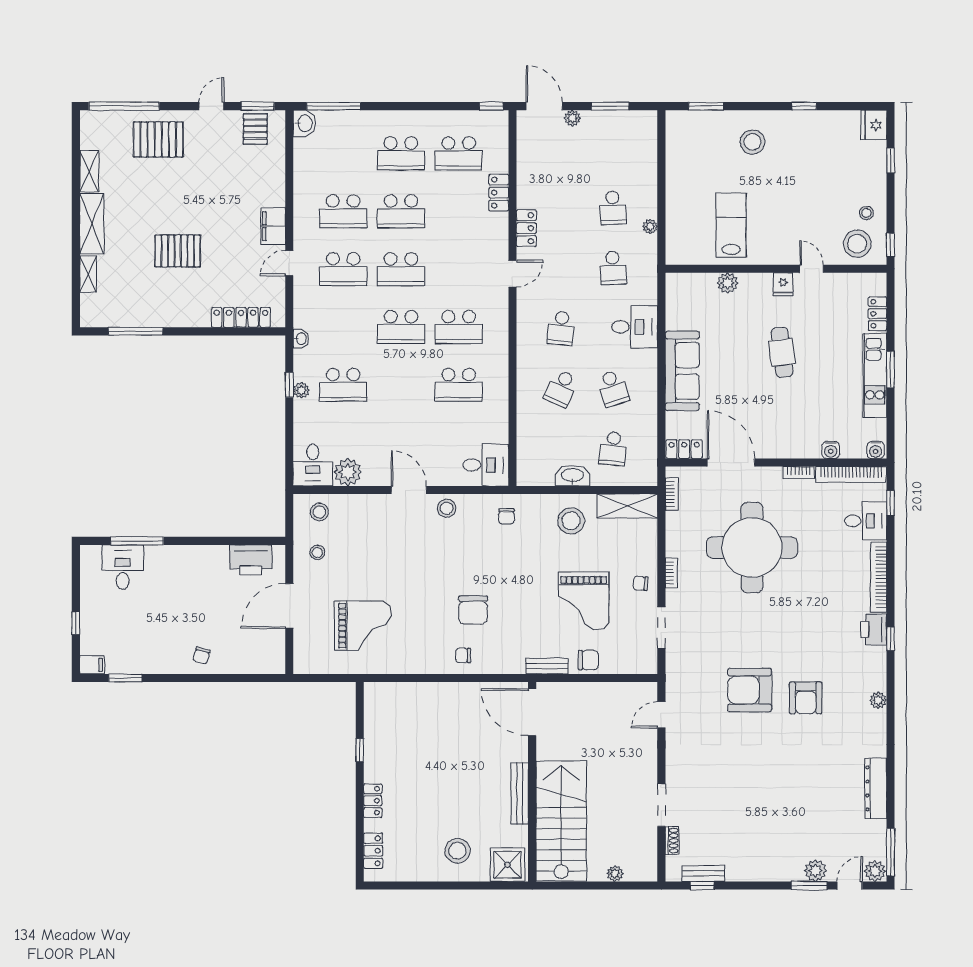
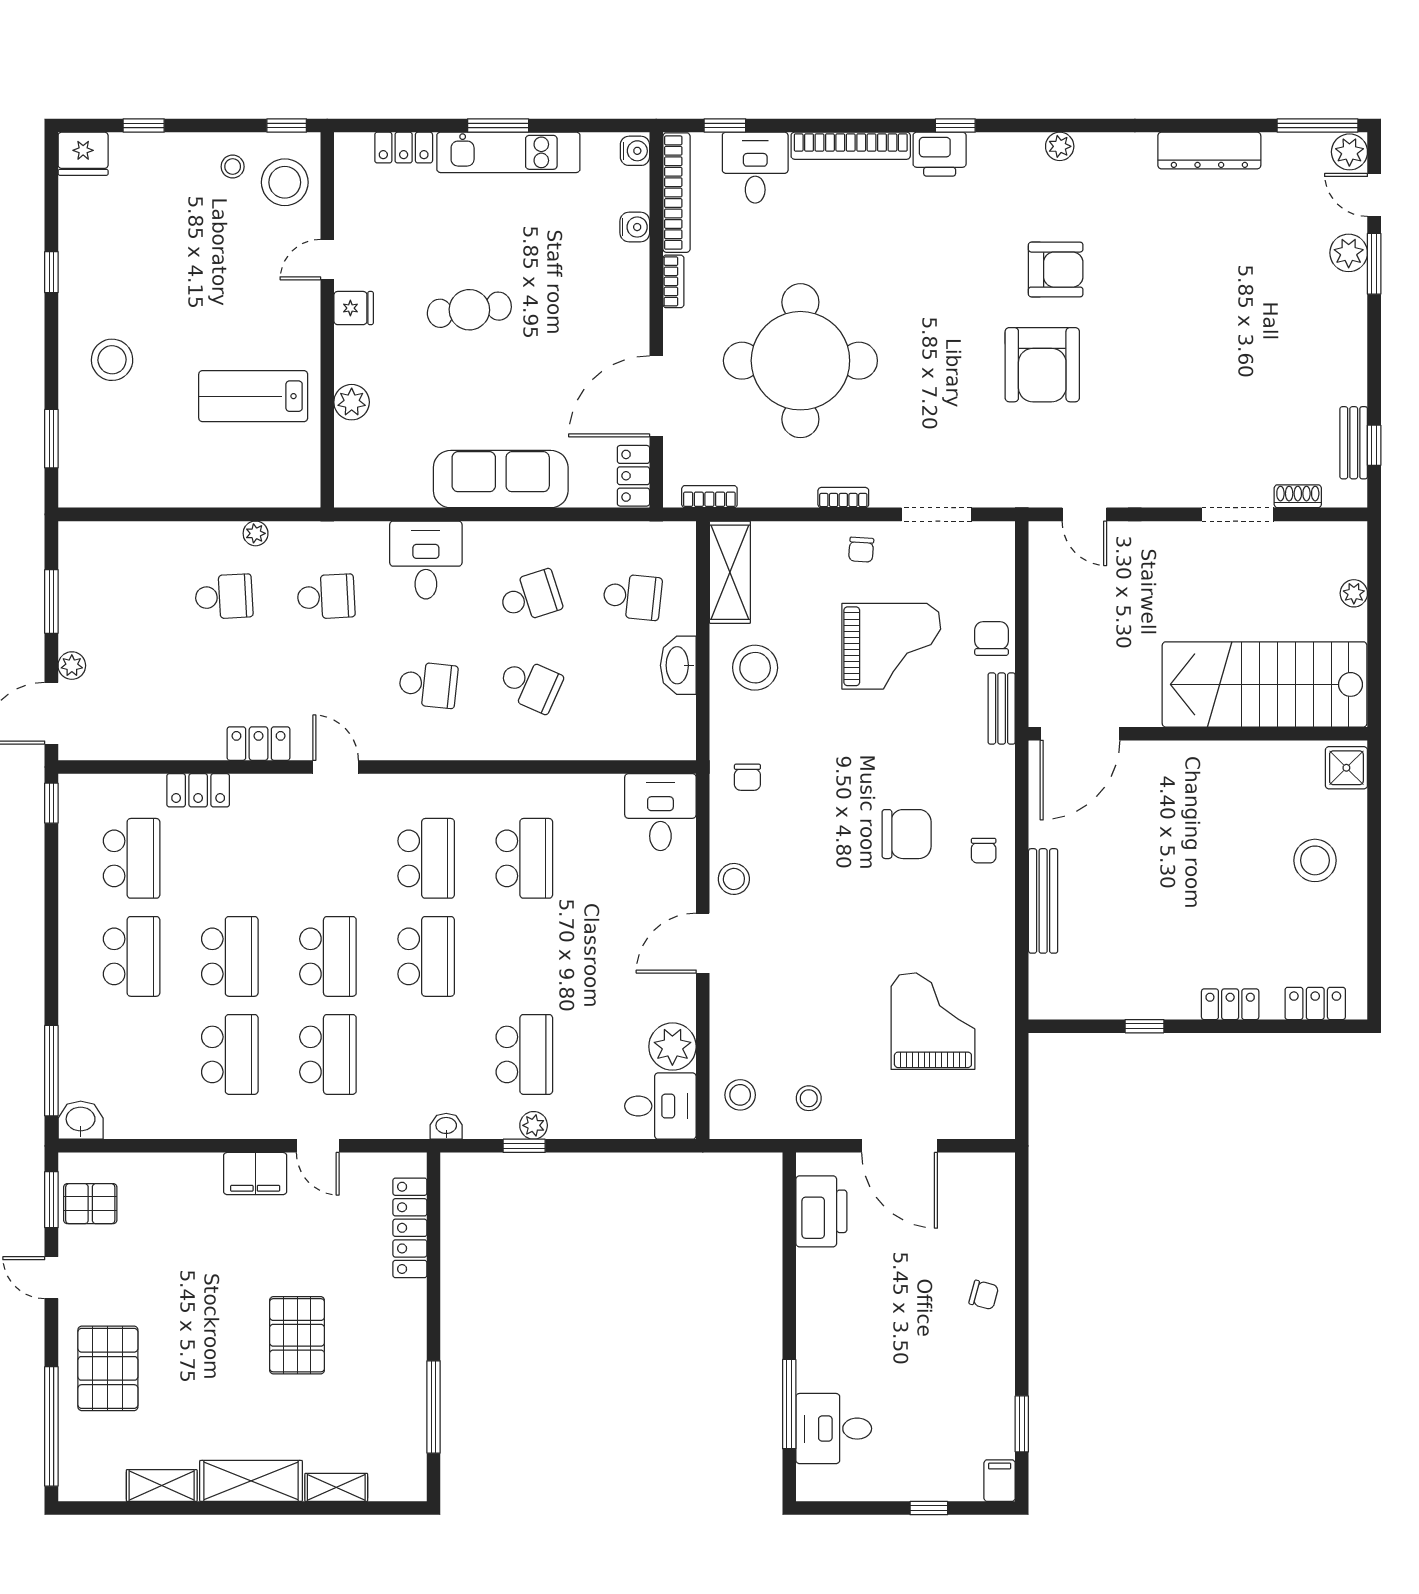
chair: (506, 516) -> (747, 777), turned 90
bench: (520, 794) -> (1043, 901), moved, turned 90
shower: (508, 865) -> (1346, 768), width x0.73, depth x0.73

